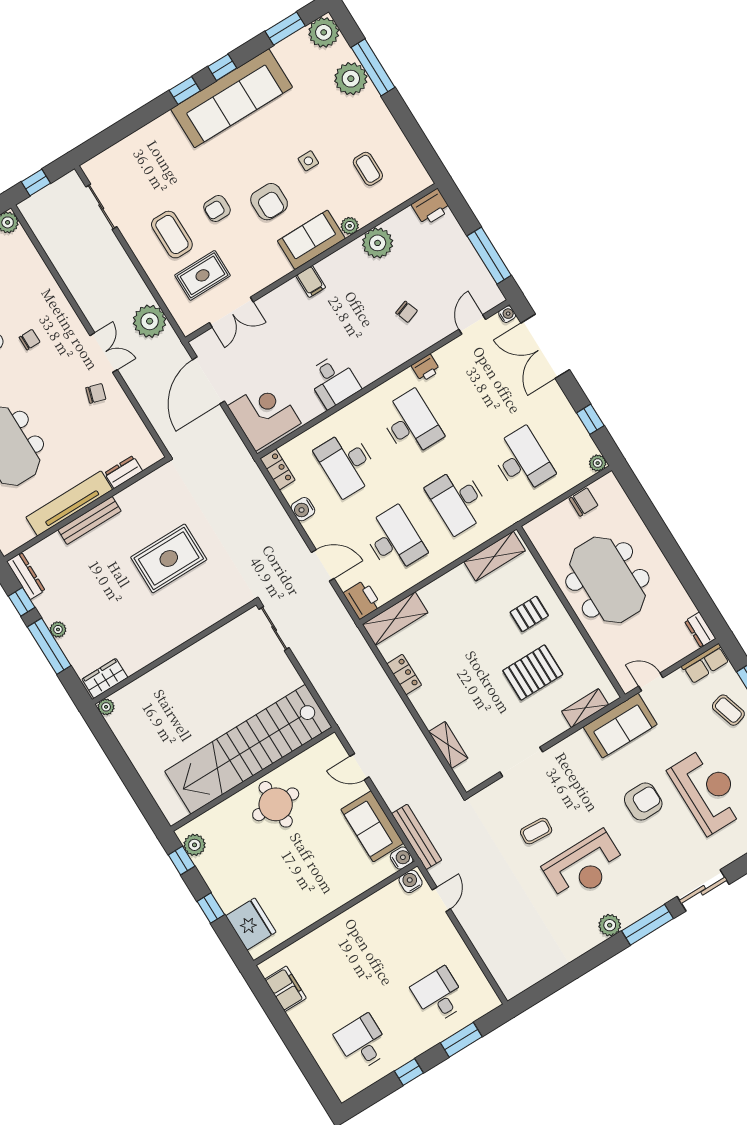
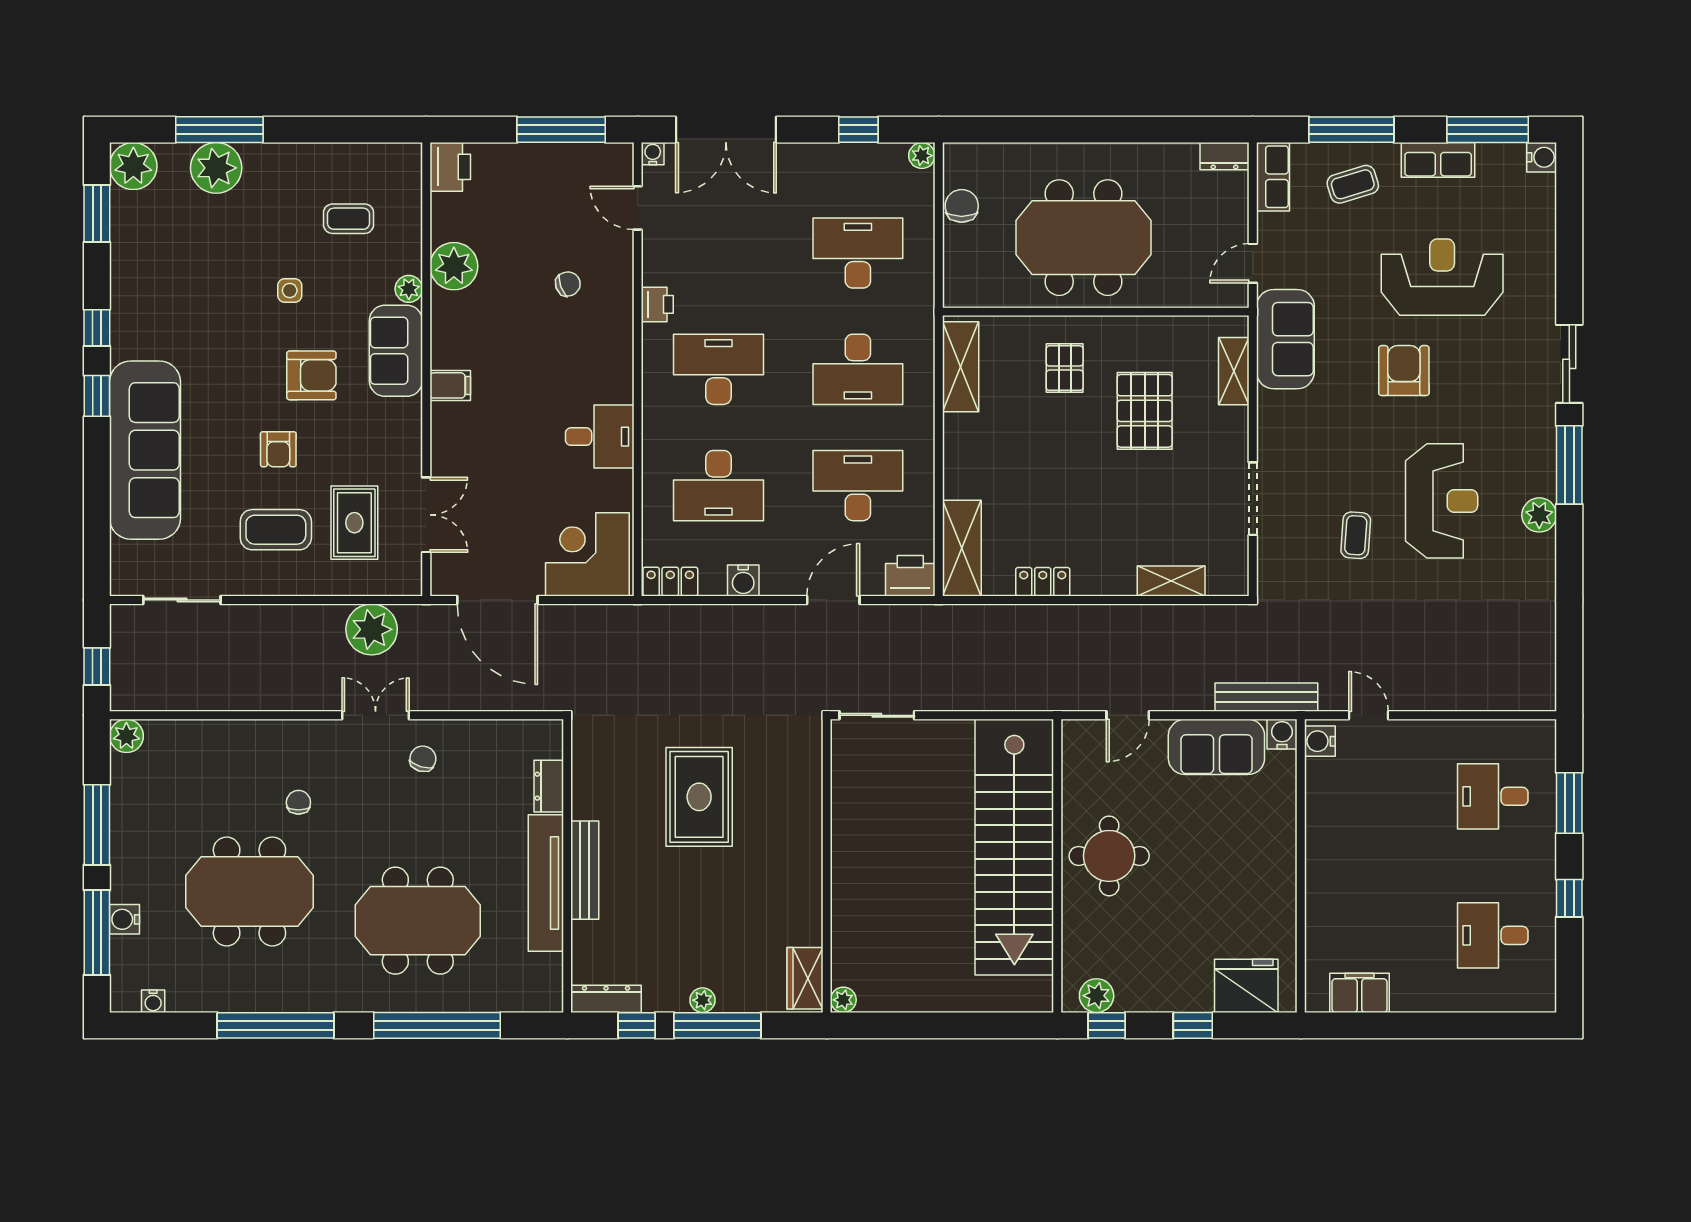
sofa: (232, 98) -> (145, 450), moved

